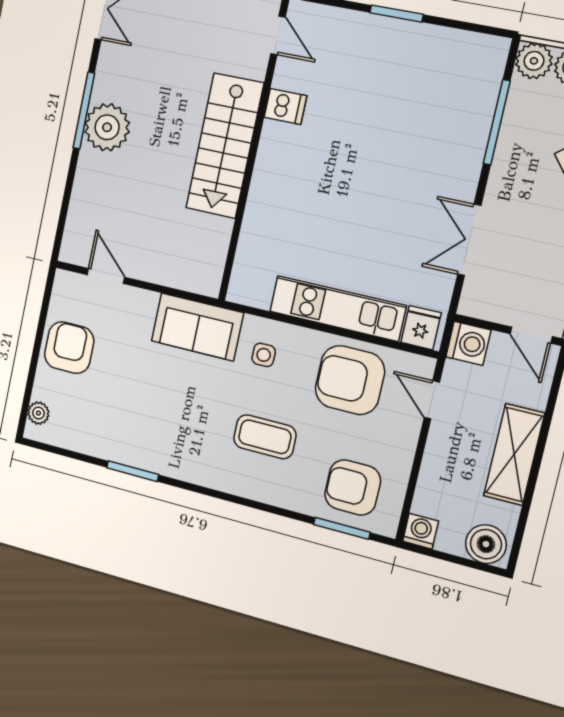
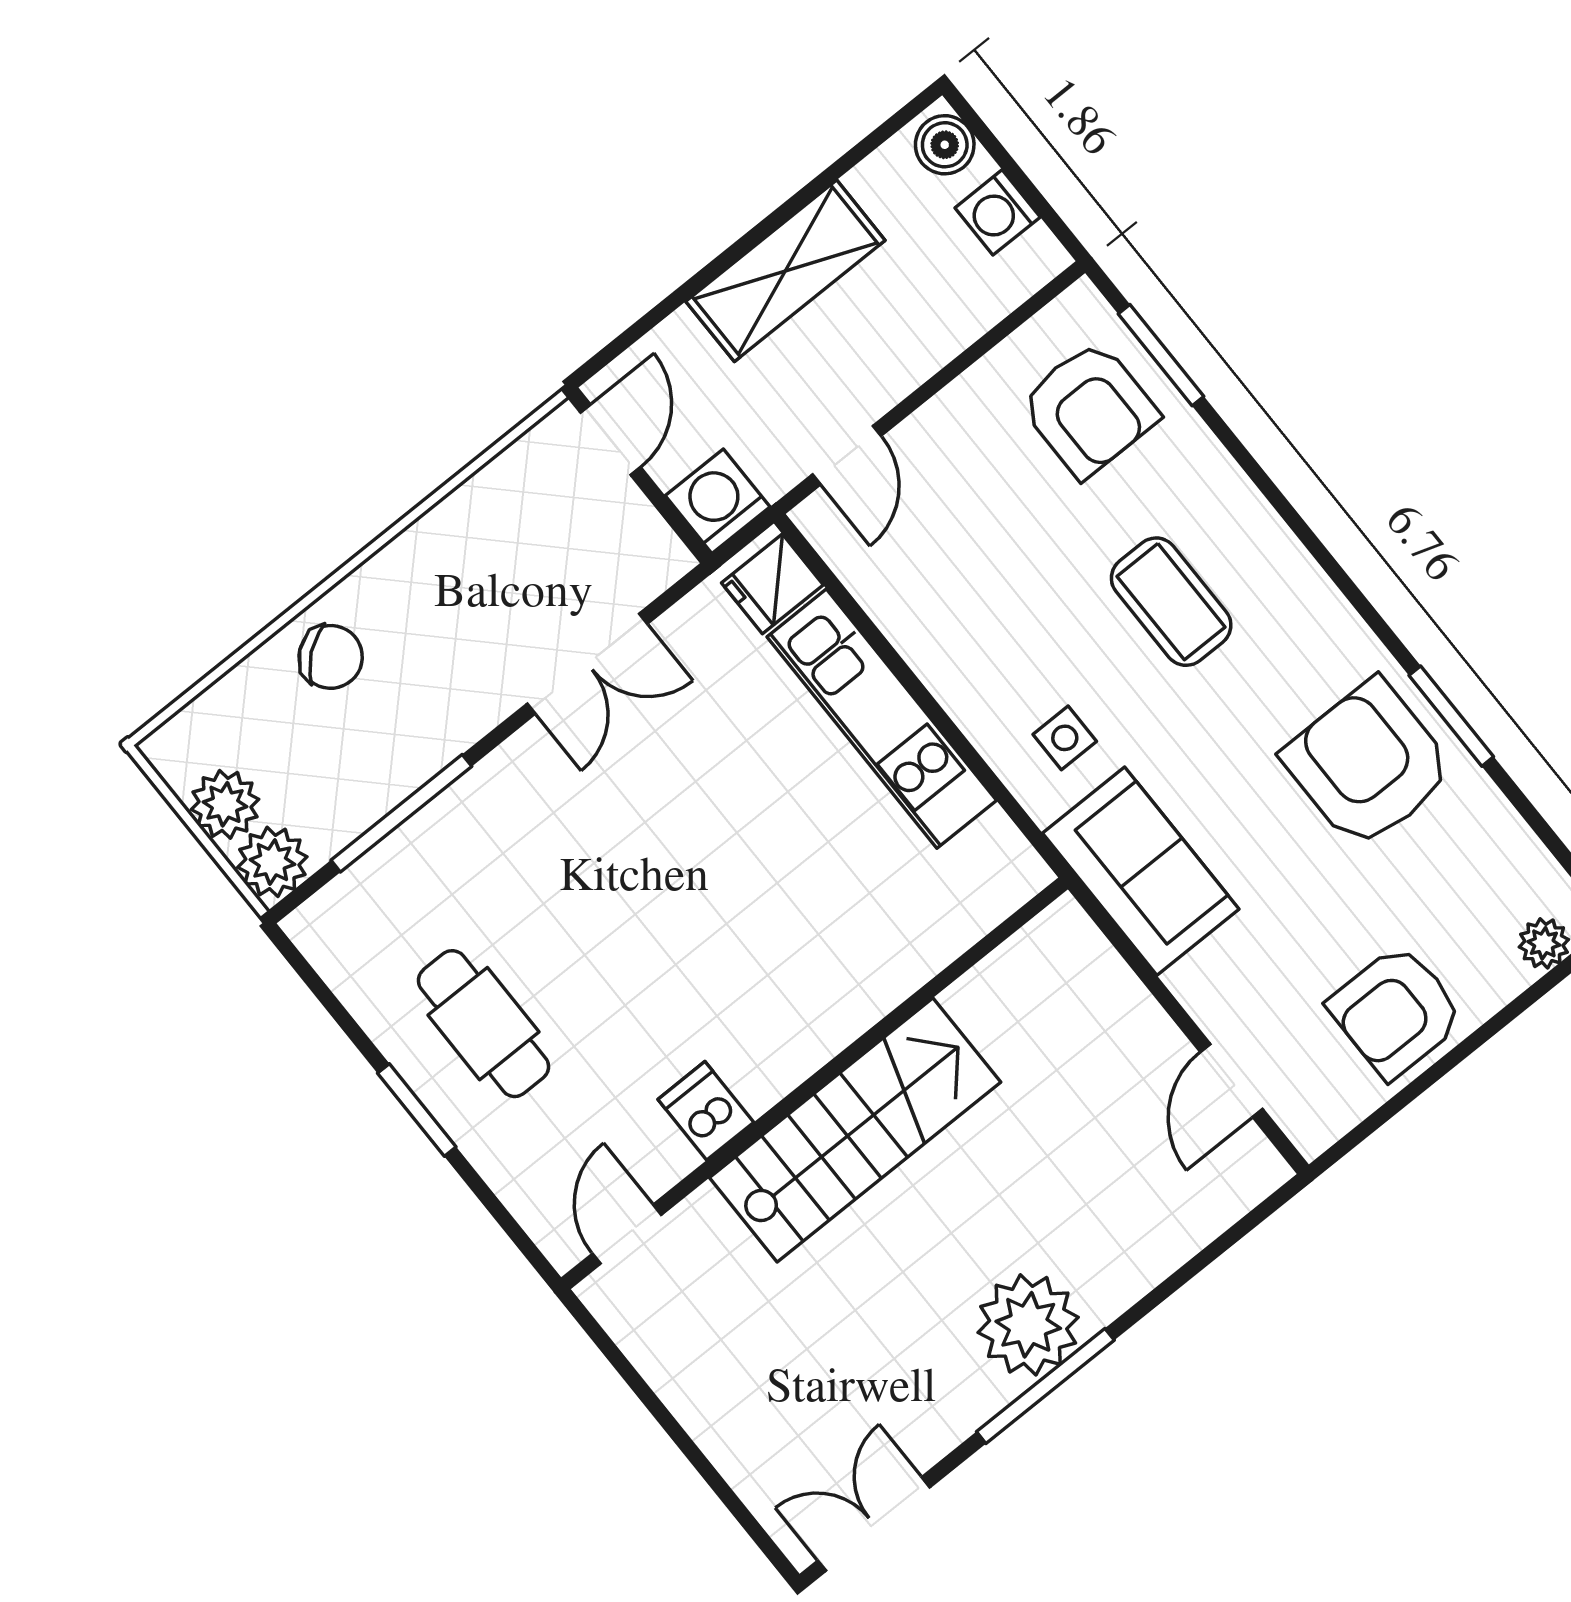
cafe table: (397, 68) -> (483, 1024), added
armchair: (350, 380) -> (1368, 764), moved, turned 180
washing machine: (421, 531) -> (998, 212), moved
boiler: (486, 544) -> (945, 145), width x0.73, depth x0.73

